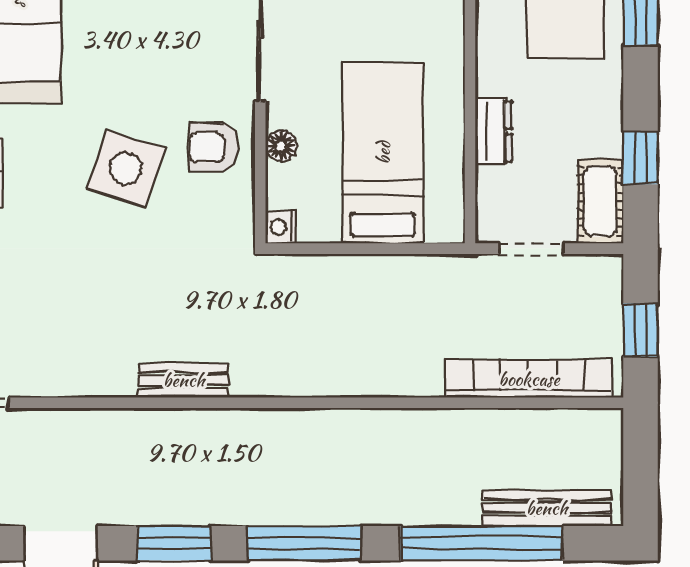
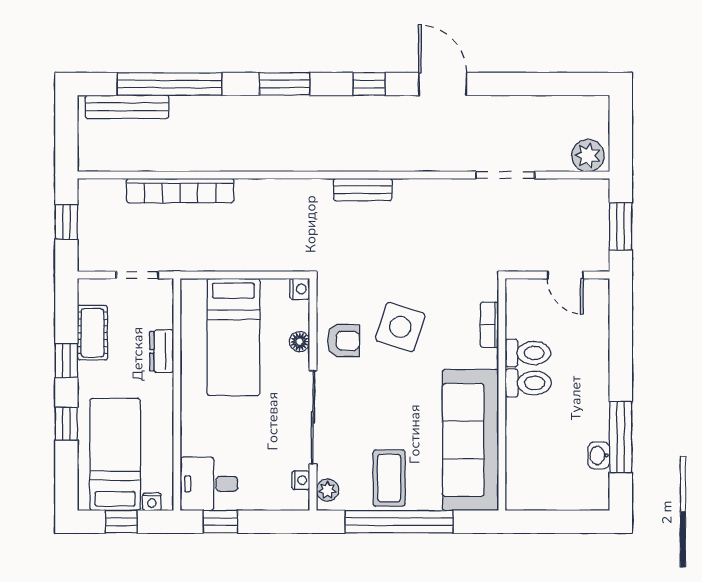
window: (640, 158) -> (66, 361), moved
cot: (600, 201) -> (92, 333), moved
bookcase: (529, 379) -> (180, 191), moved
window: (174, 543) -> (369, 84), width x0.67
window: (304, 543) -> (285, 84), width x0.69

